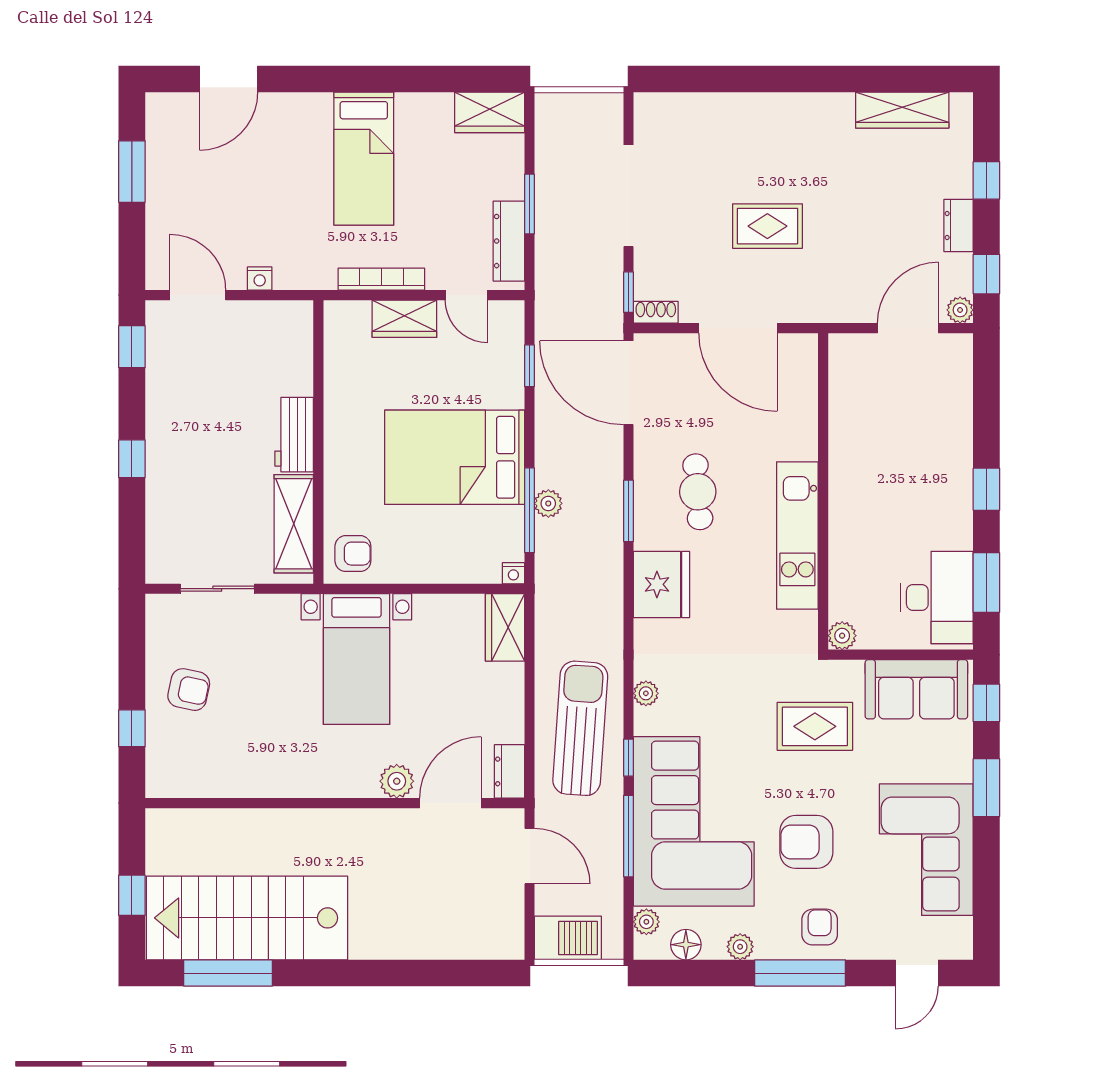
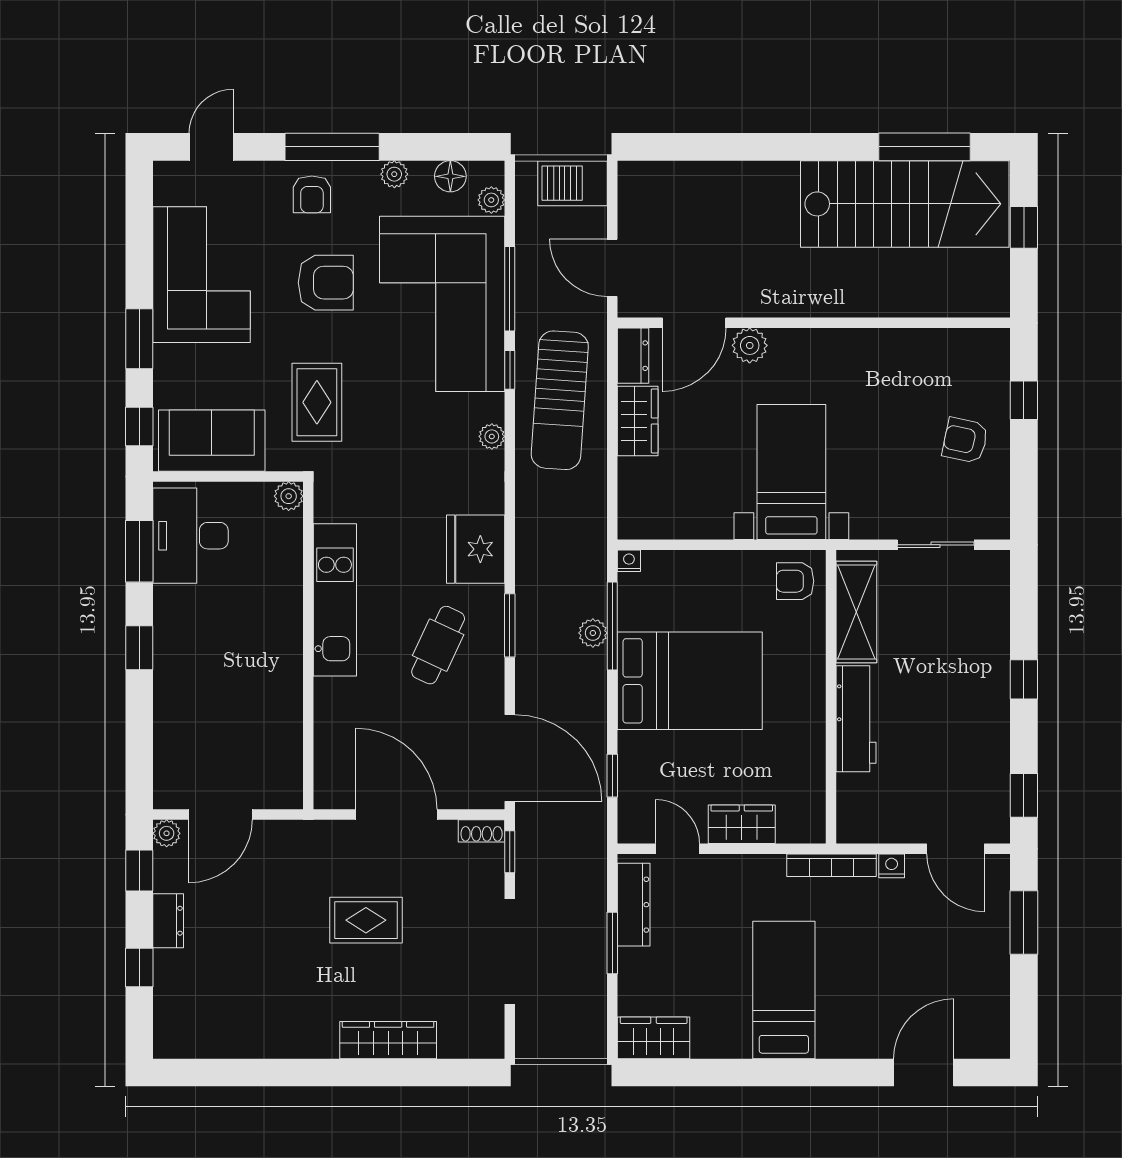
wardrobe: (902, 110) -> (388, 1040), moved
window: (132, 172) -> (1024, 922), moved
bookcase: (381, 279) -> (831, 865), moved
workbench: (294, 435) -> (856, 719), width x1.38
cafe table: (698, 492) -> (438, 645), turned 30
wardrobe: (505, 627) -> (638, 421), moved
rug: (815, 726) -> (317, 402), turned 90

